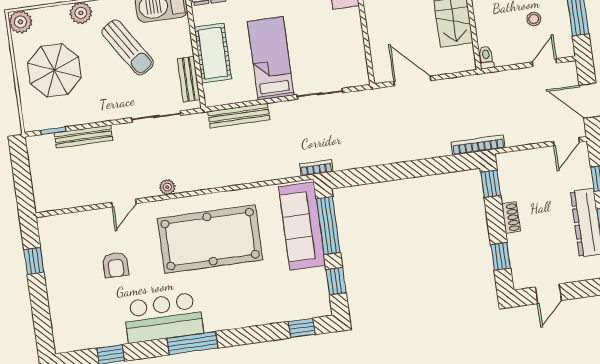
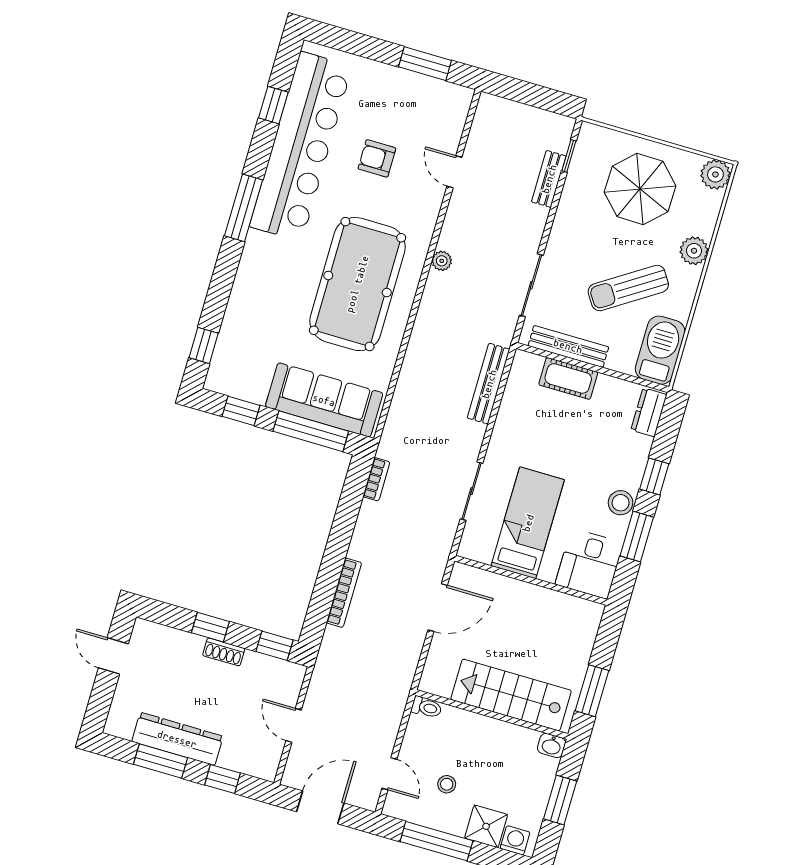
cot: (213, 53) -> (568, 378), width x0.73, depth x0.75
bed: (271, 58) -> (528, 523), moved, turned -90
bench: (189, 79) -> (568, 346), width x1.36
bench: (83, 137) -> (549, 179), width x0.73
door: (566, 142) -> (294, 725), moved
bookcase: (478, 145) -> (344, 593), moved
bookcase: (316, 168) -> (376, 479), moved
door: (124, 203) -> (454, 172), moved
window: (501, 256) -> (210, 627), moved
window: (34, 261) -> (425, 64), width x1.50
bar counter: (163, 318) -> (301, 146), width x1.86

